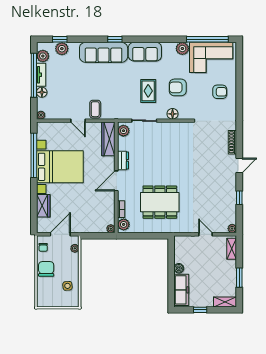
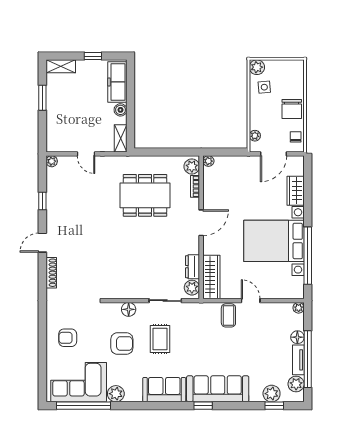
dresser: (123, 160) -> (193, 267), moved
shelving: (232, 249) -> (121, 138), moved
plant: (73, 301) -> (257, 67), added

